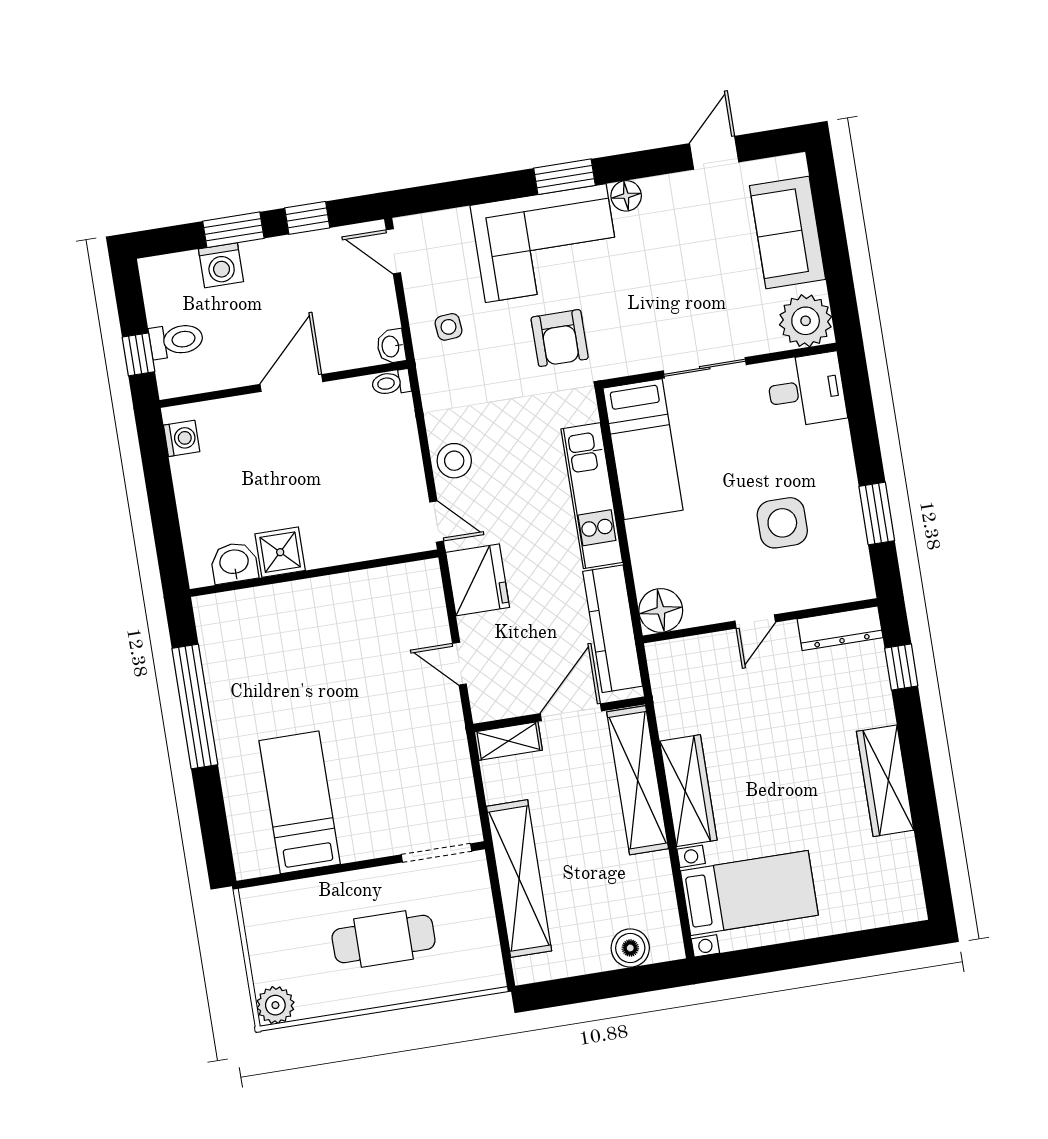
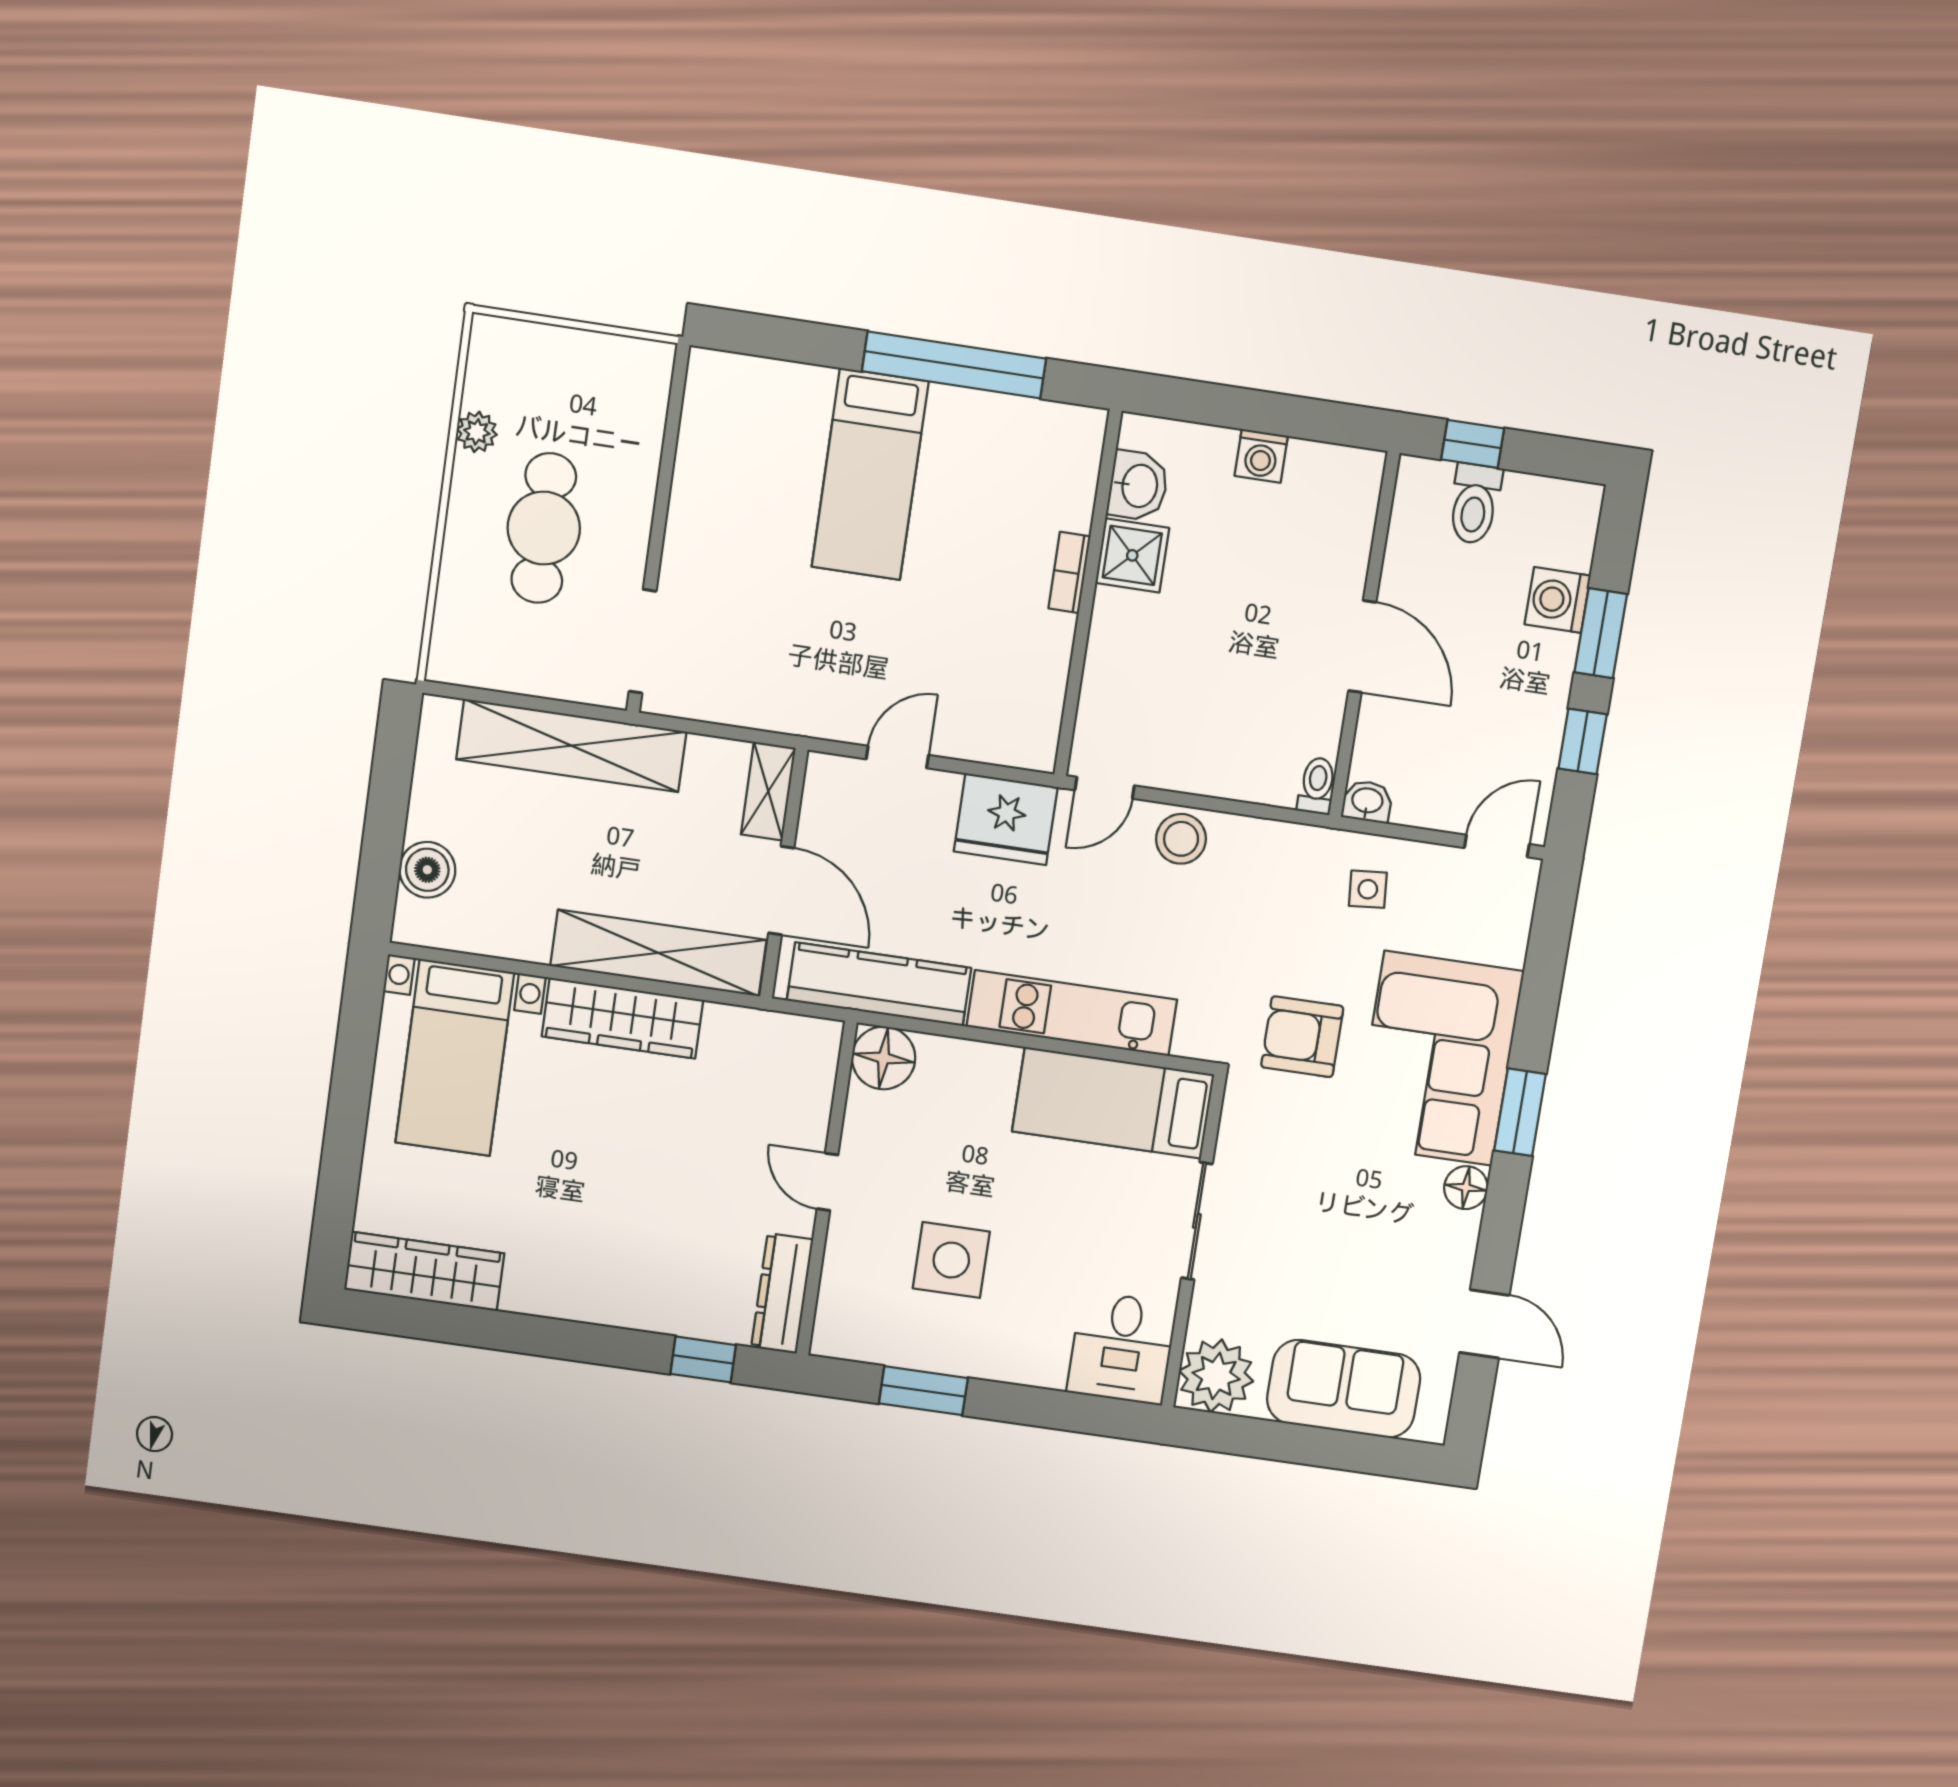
washing machine: (182, 438) -> (1261, 456), moved
bookcase: (304, 590) -> (1069, 572), added
wardrobe: (885, 781) -> (424, 1271), moved
bed: (300, 802) -> (870, 474), moved, turned 90
plant: (275, 1005) -> (477, 432), moved, width x0.73, depth x0.73

